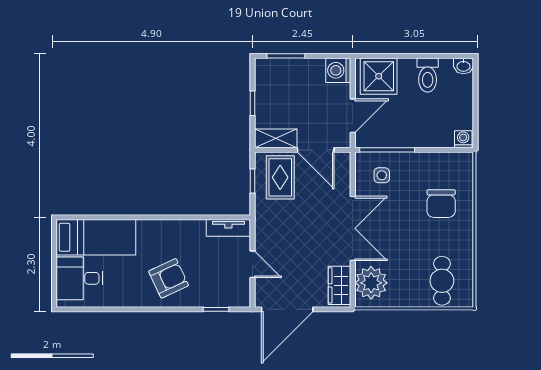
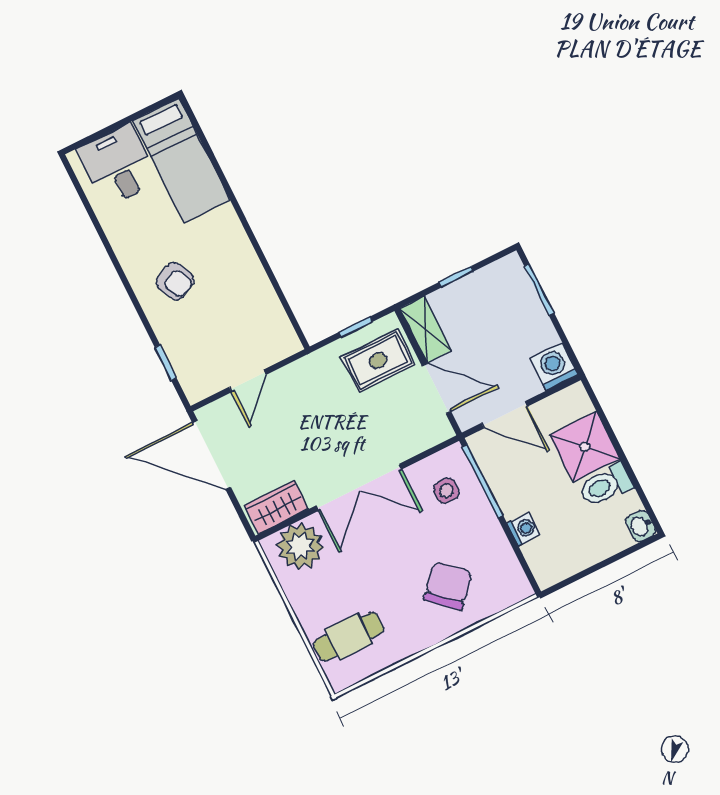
shower: (379, 76) -> (585, 447), moved
washing machine: (463, 139) -> (524, 529), moved
door: (316, 150) -> (437, 389), swing flipped
chair: (441, 204) -> (448, 586), turned 132
tv unit: (228, 228) -> (279, 326), removed
armchair: (169, 278) -> (175, 281), width x0.72, depth x0.72

